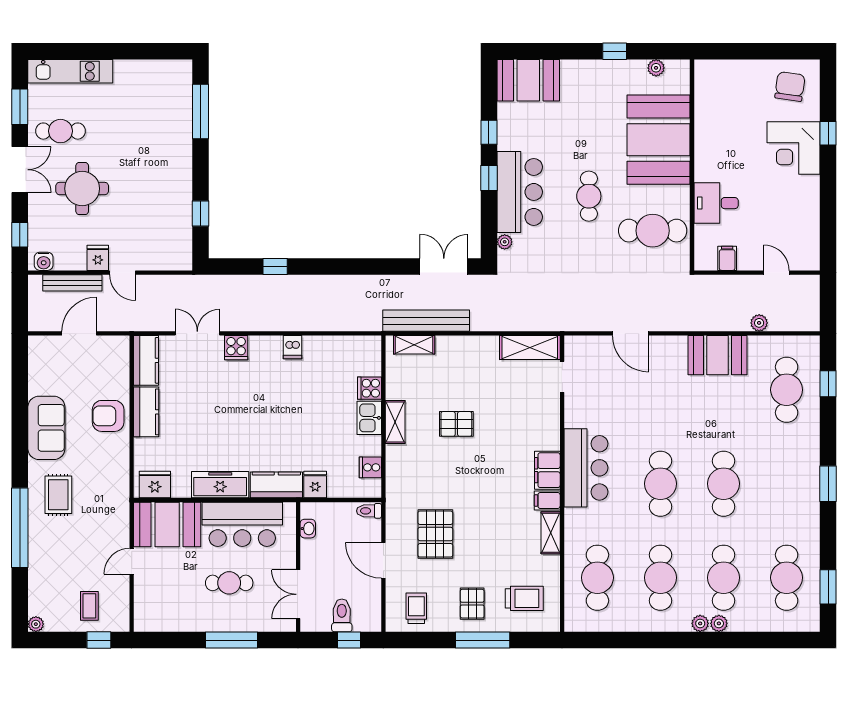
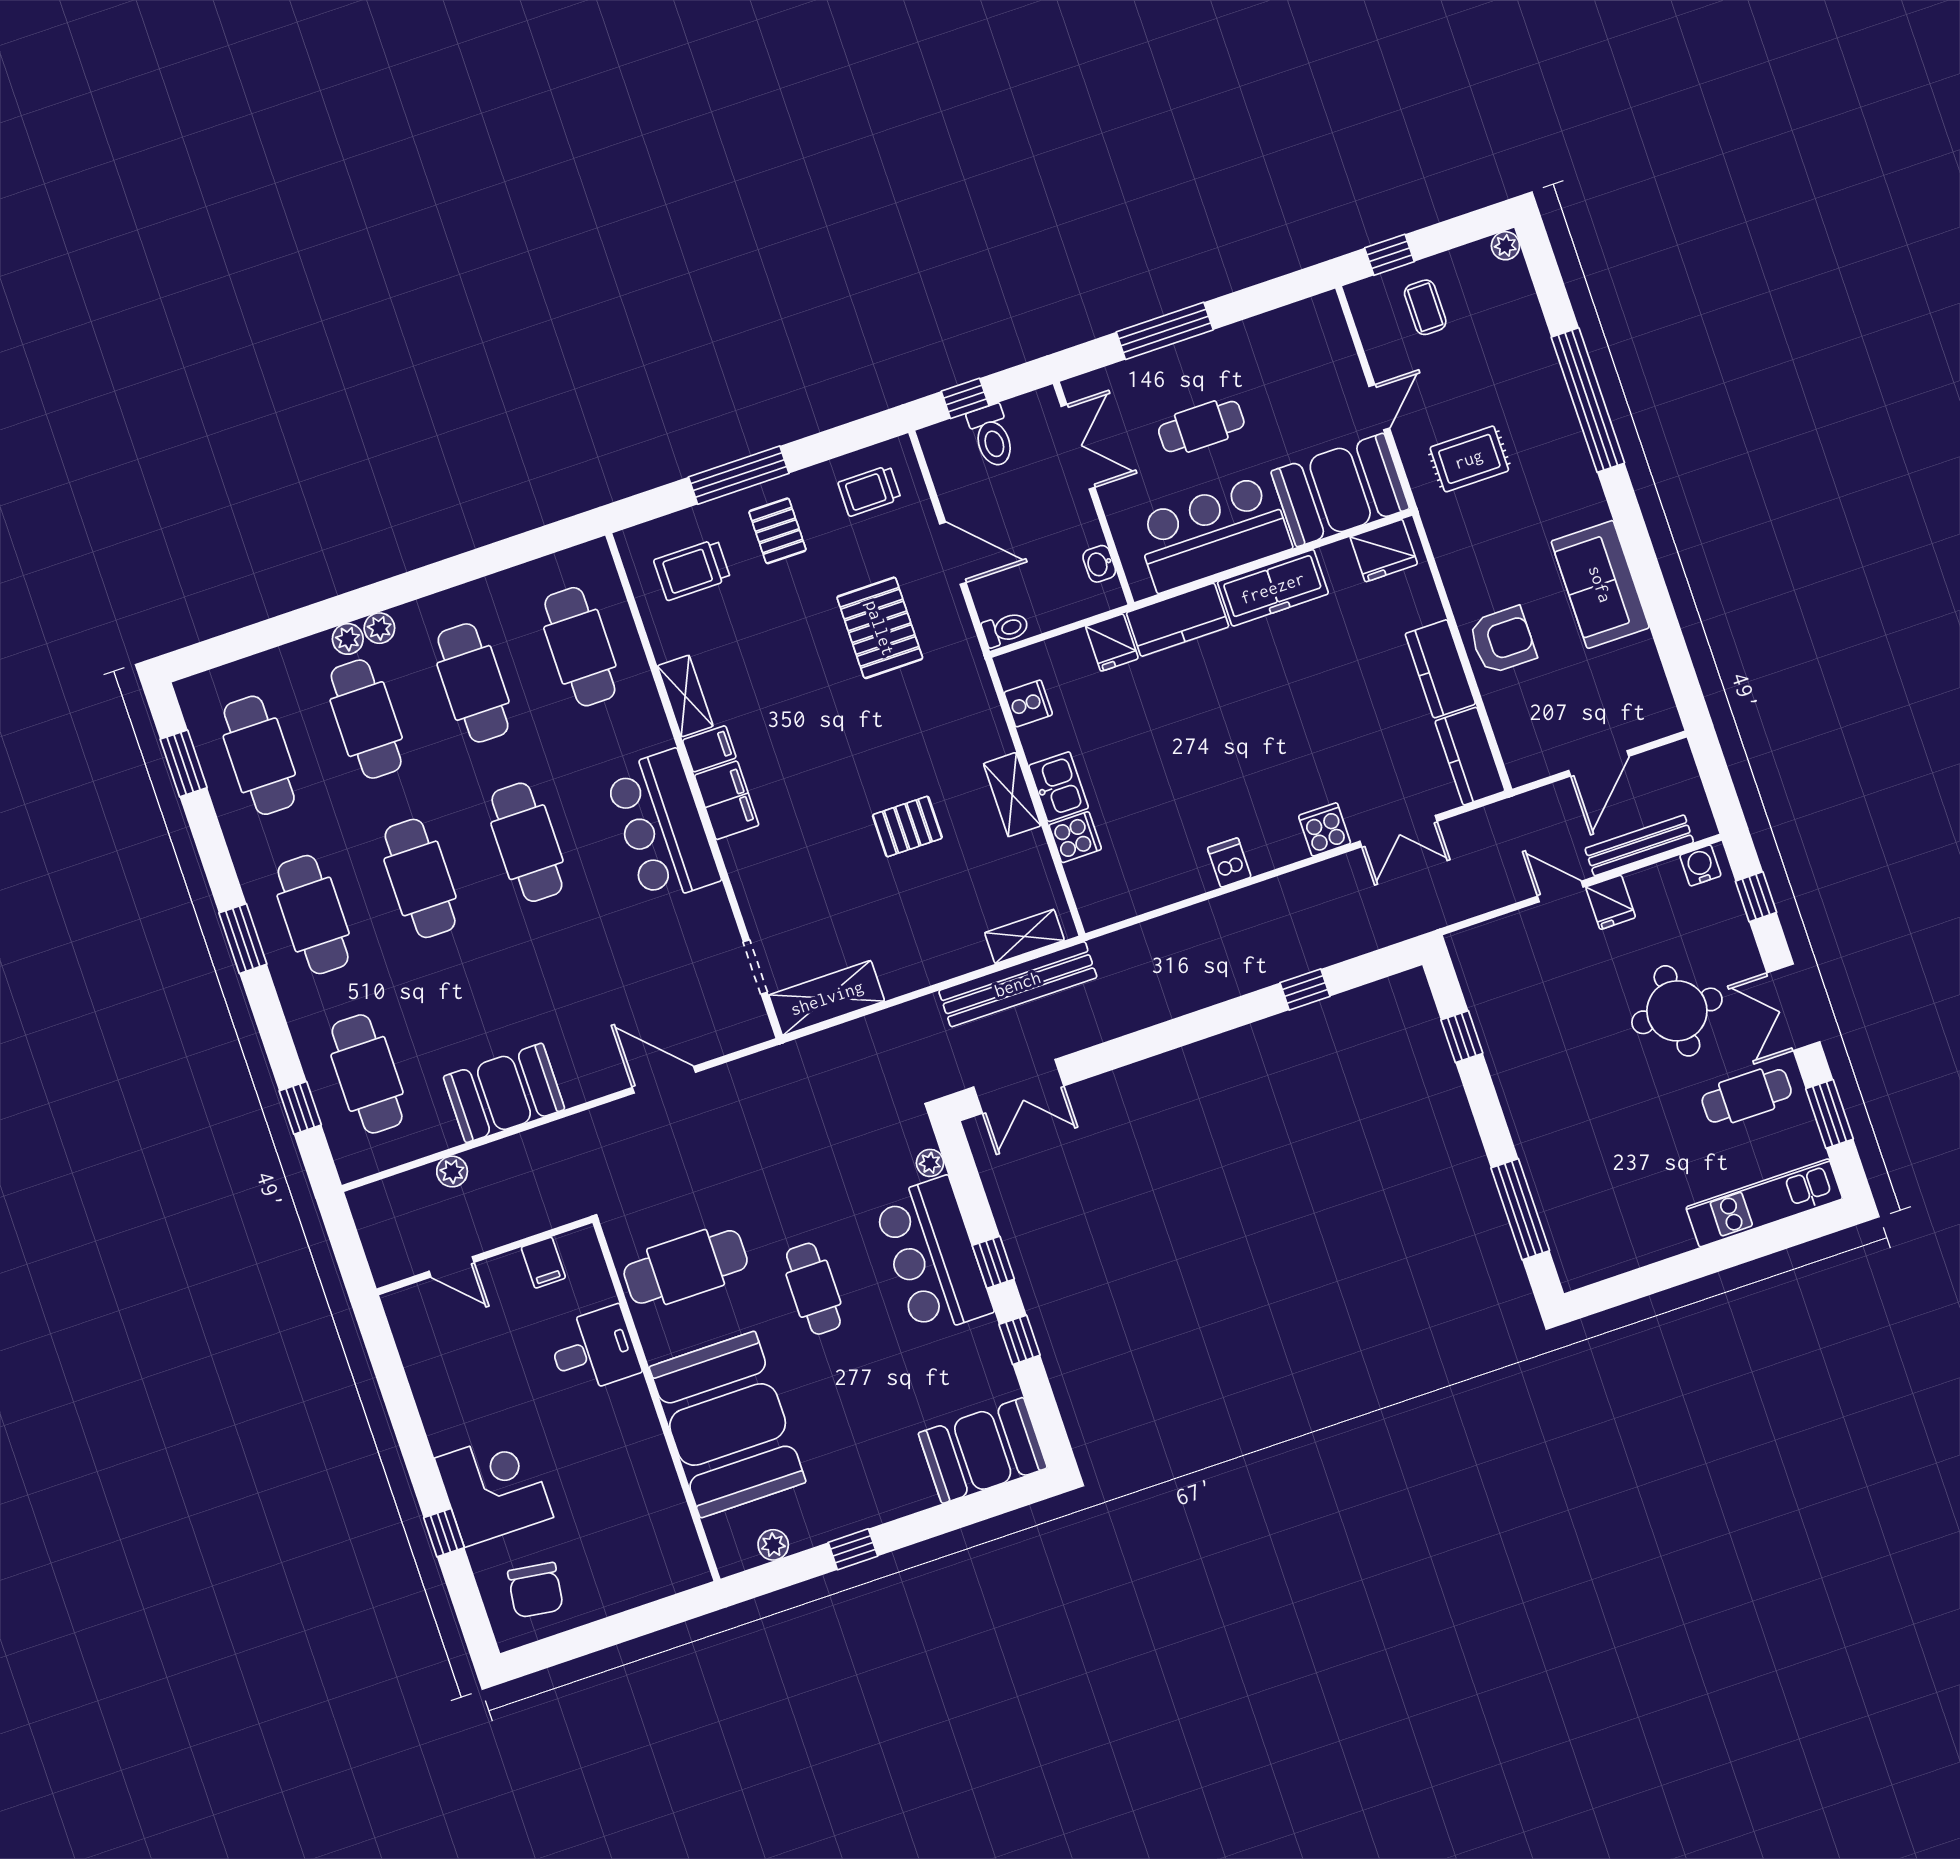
cafe table: (787, 484) -> (313, 915), added
rug: (58, 495) -> (1469, 459), moved, turned 90
trolley: (416, 608) -> (869, 491), turned 90

